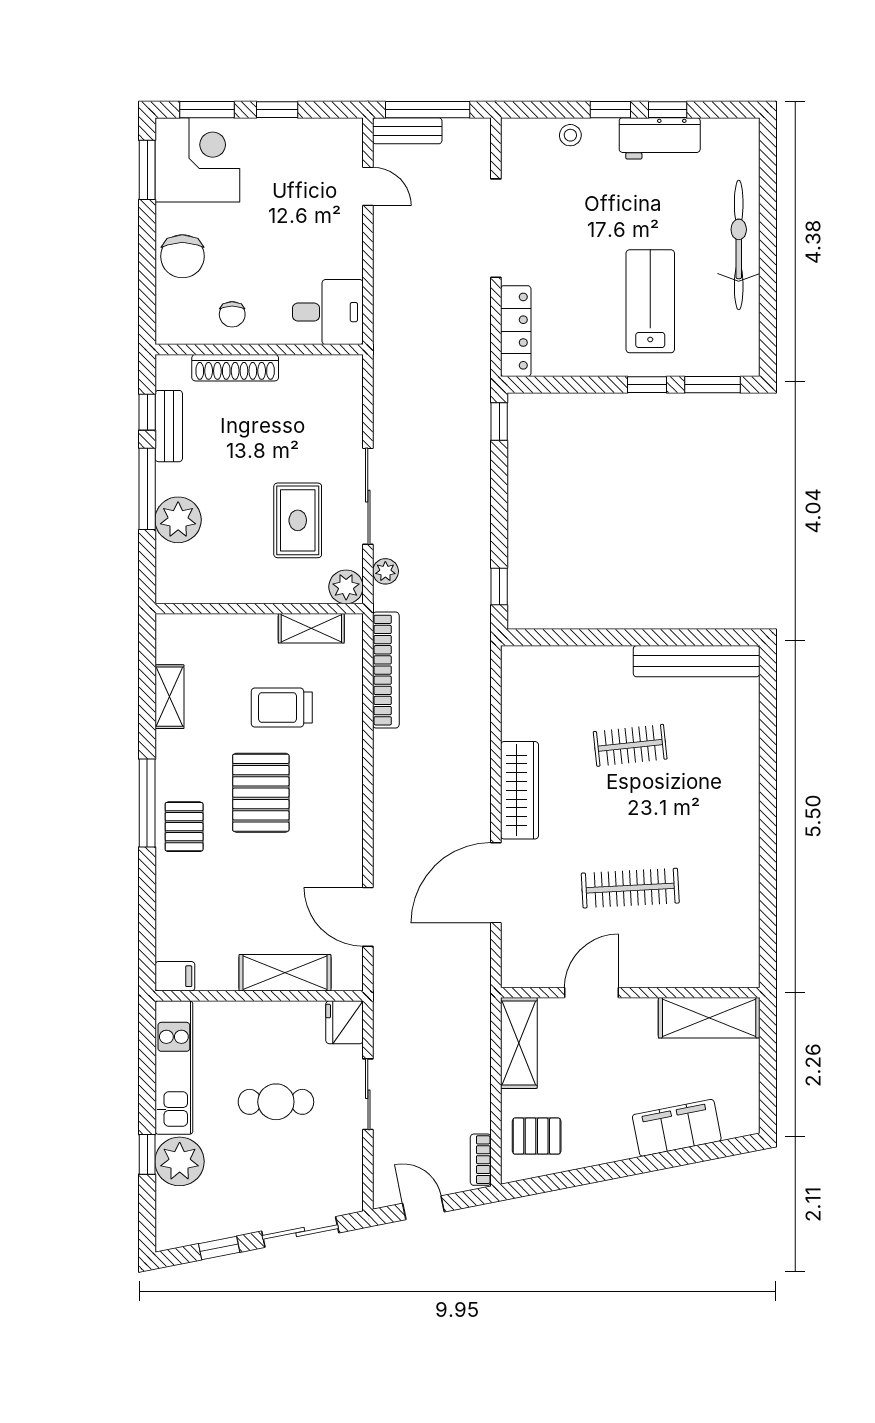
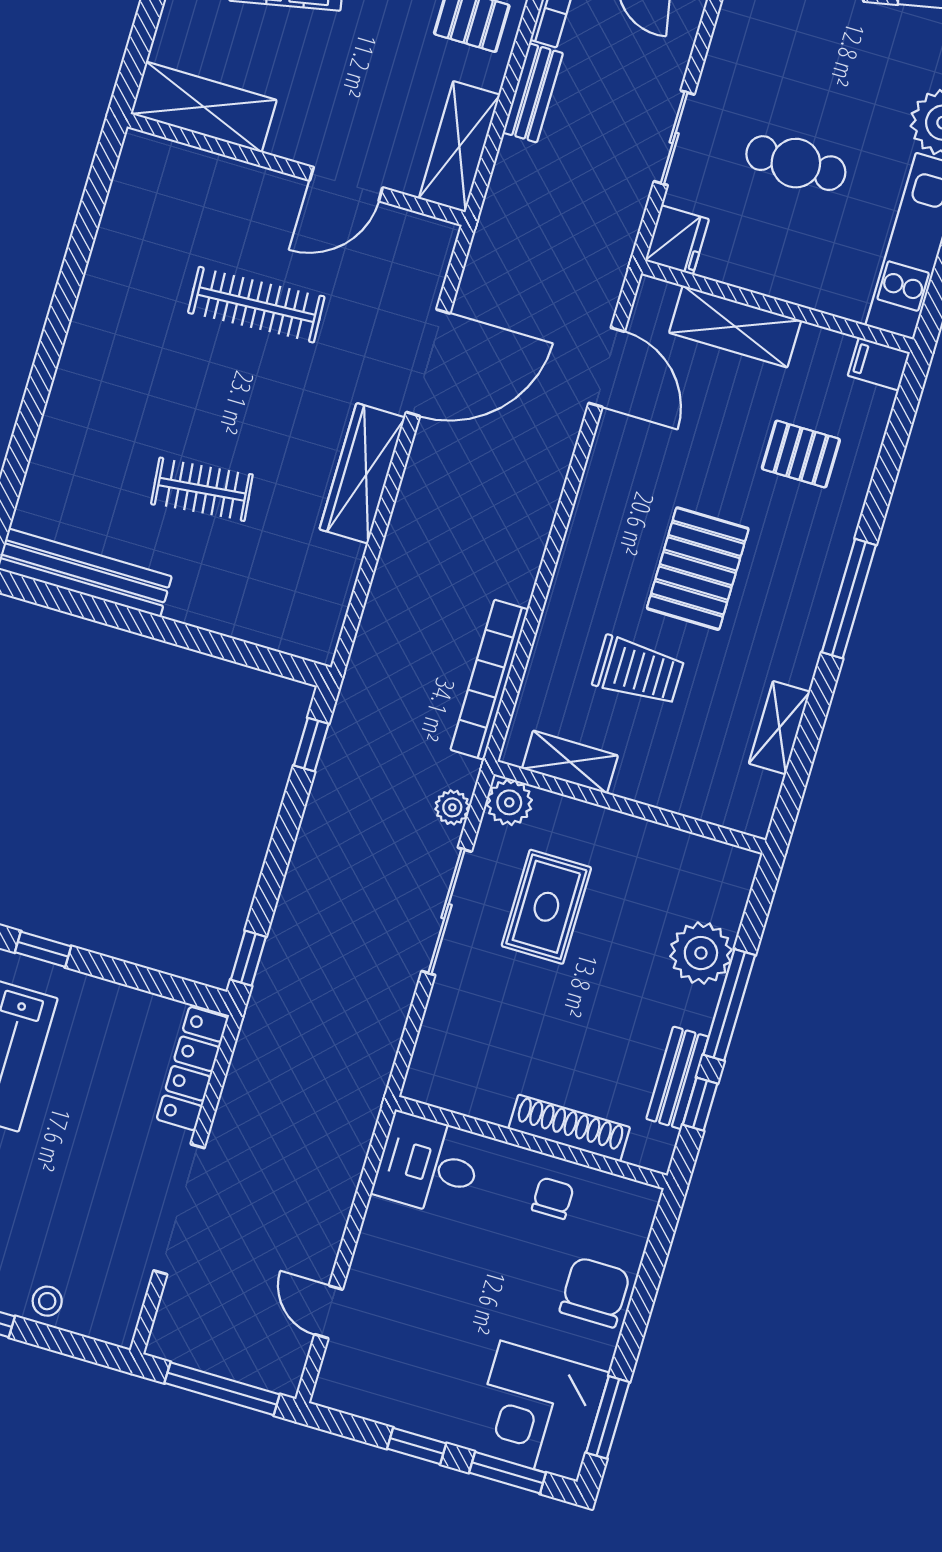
bench: (407, 131) -> (533, 93), moved, turned 90
pallet: (184, 827) -> (801, 454), moved, turned 90

